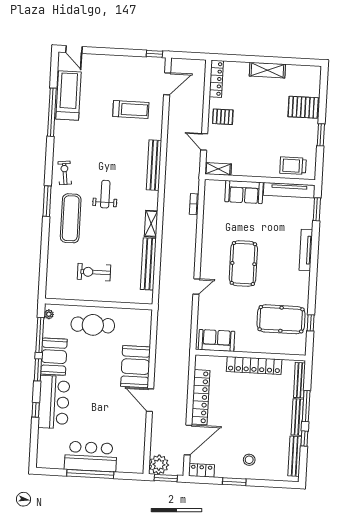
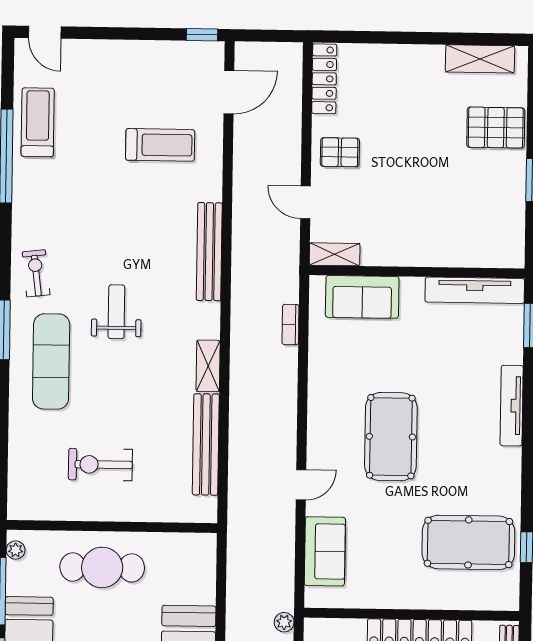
shelving: (267, 70) -> (480, 59), moved
treadmill: (69, 95) -> (38, 122), width x0.73, depth x0.73
trolley: (293, 166) -> (480, 242), removed
sofa: (244, 192) -> (362, 297), moved
sofa: (217, 340) -> (325, 551), moved, turned 90
plant: (185, 357) -> (284, 622), added

